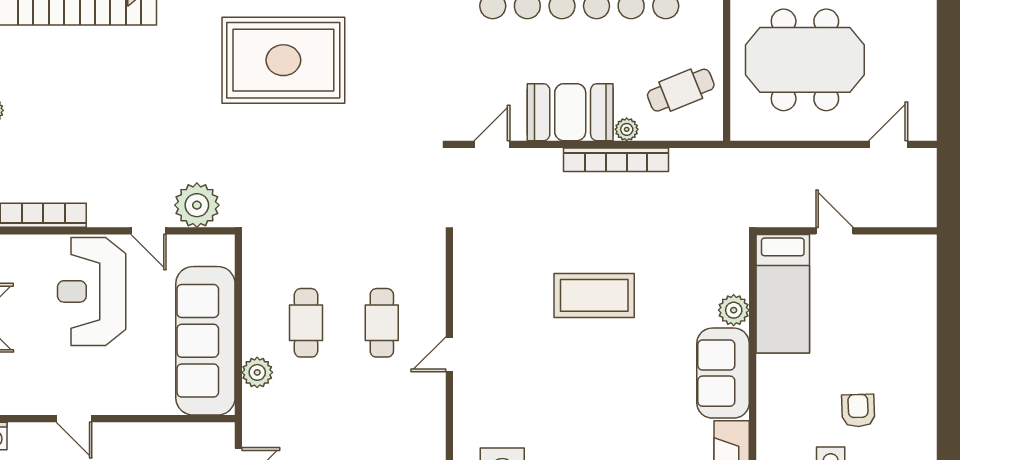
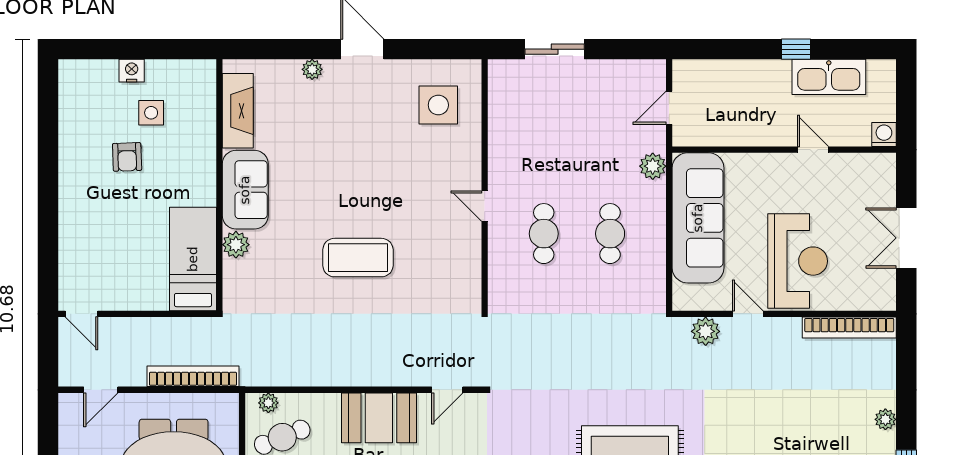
plant: (627, 129) -> (268, 403), moved
bookcase: (616, 160) -> (193, 376), moved
plant: (197, 205) -> (706, 331), width x0.73, depth x0.73
door: (834, 231) -> (82, 314), moved
door: (449, 354) -> (485, 206), swing flipped
plant: (257, 372) -> (653, 166), moved

